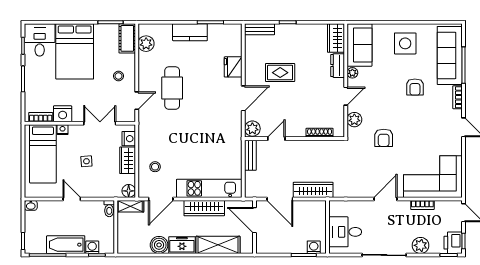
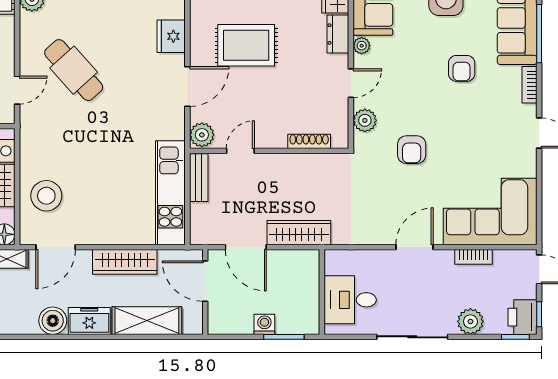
rug: (280, 73) -> (246, 45), width x1.36, depth x1.43
cafe table: (172, 88) -> (74, 70), turned -42
stool: (155, 167) -> (46, 196), width x1.89, depth x1.89
kitchen unit: (209, 188) -> (170, 193), moved, turned -90
washing machine: (314, 247) -> (264, 324), moved

